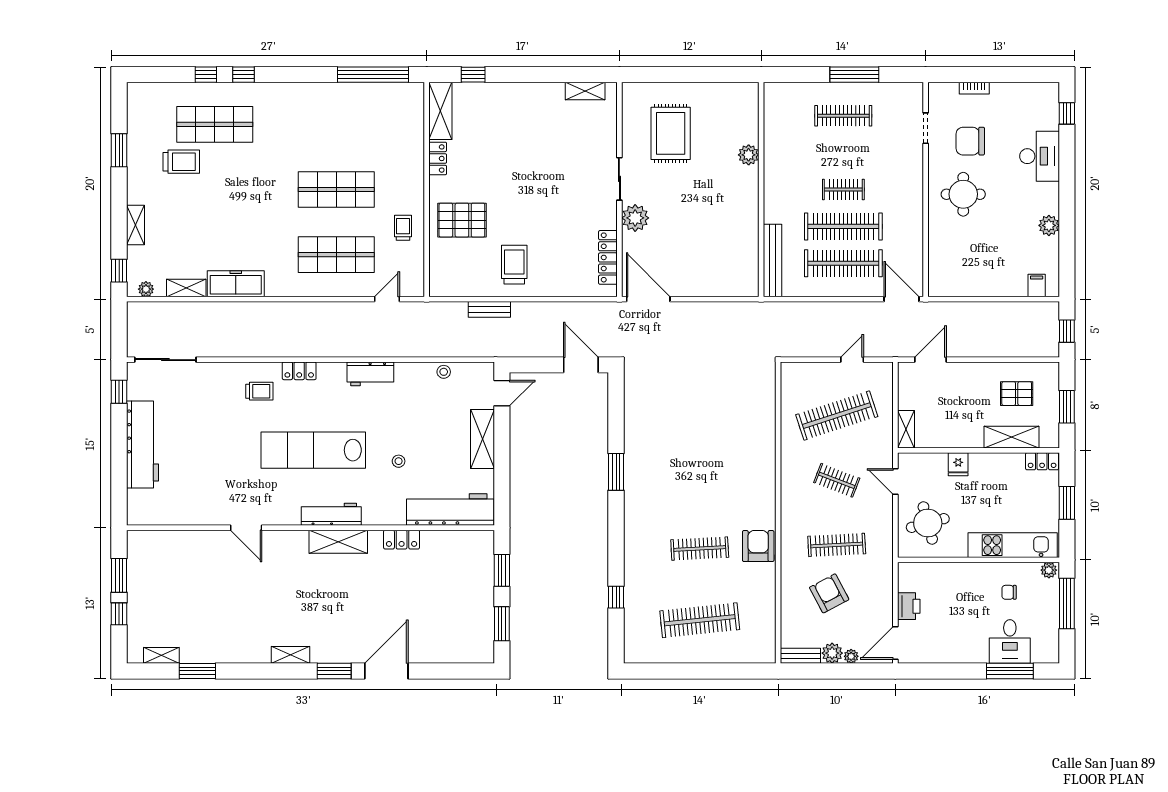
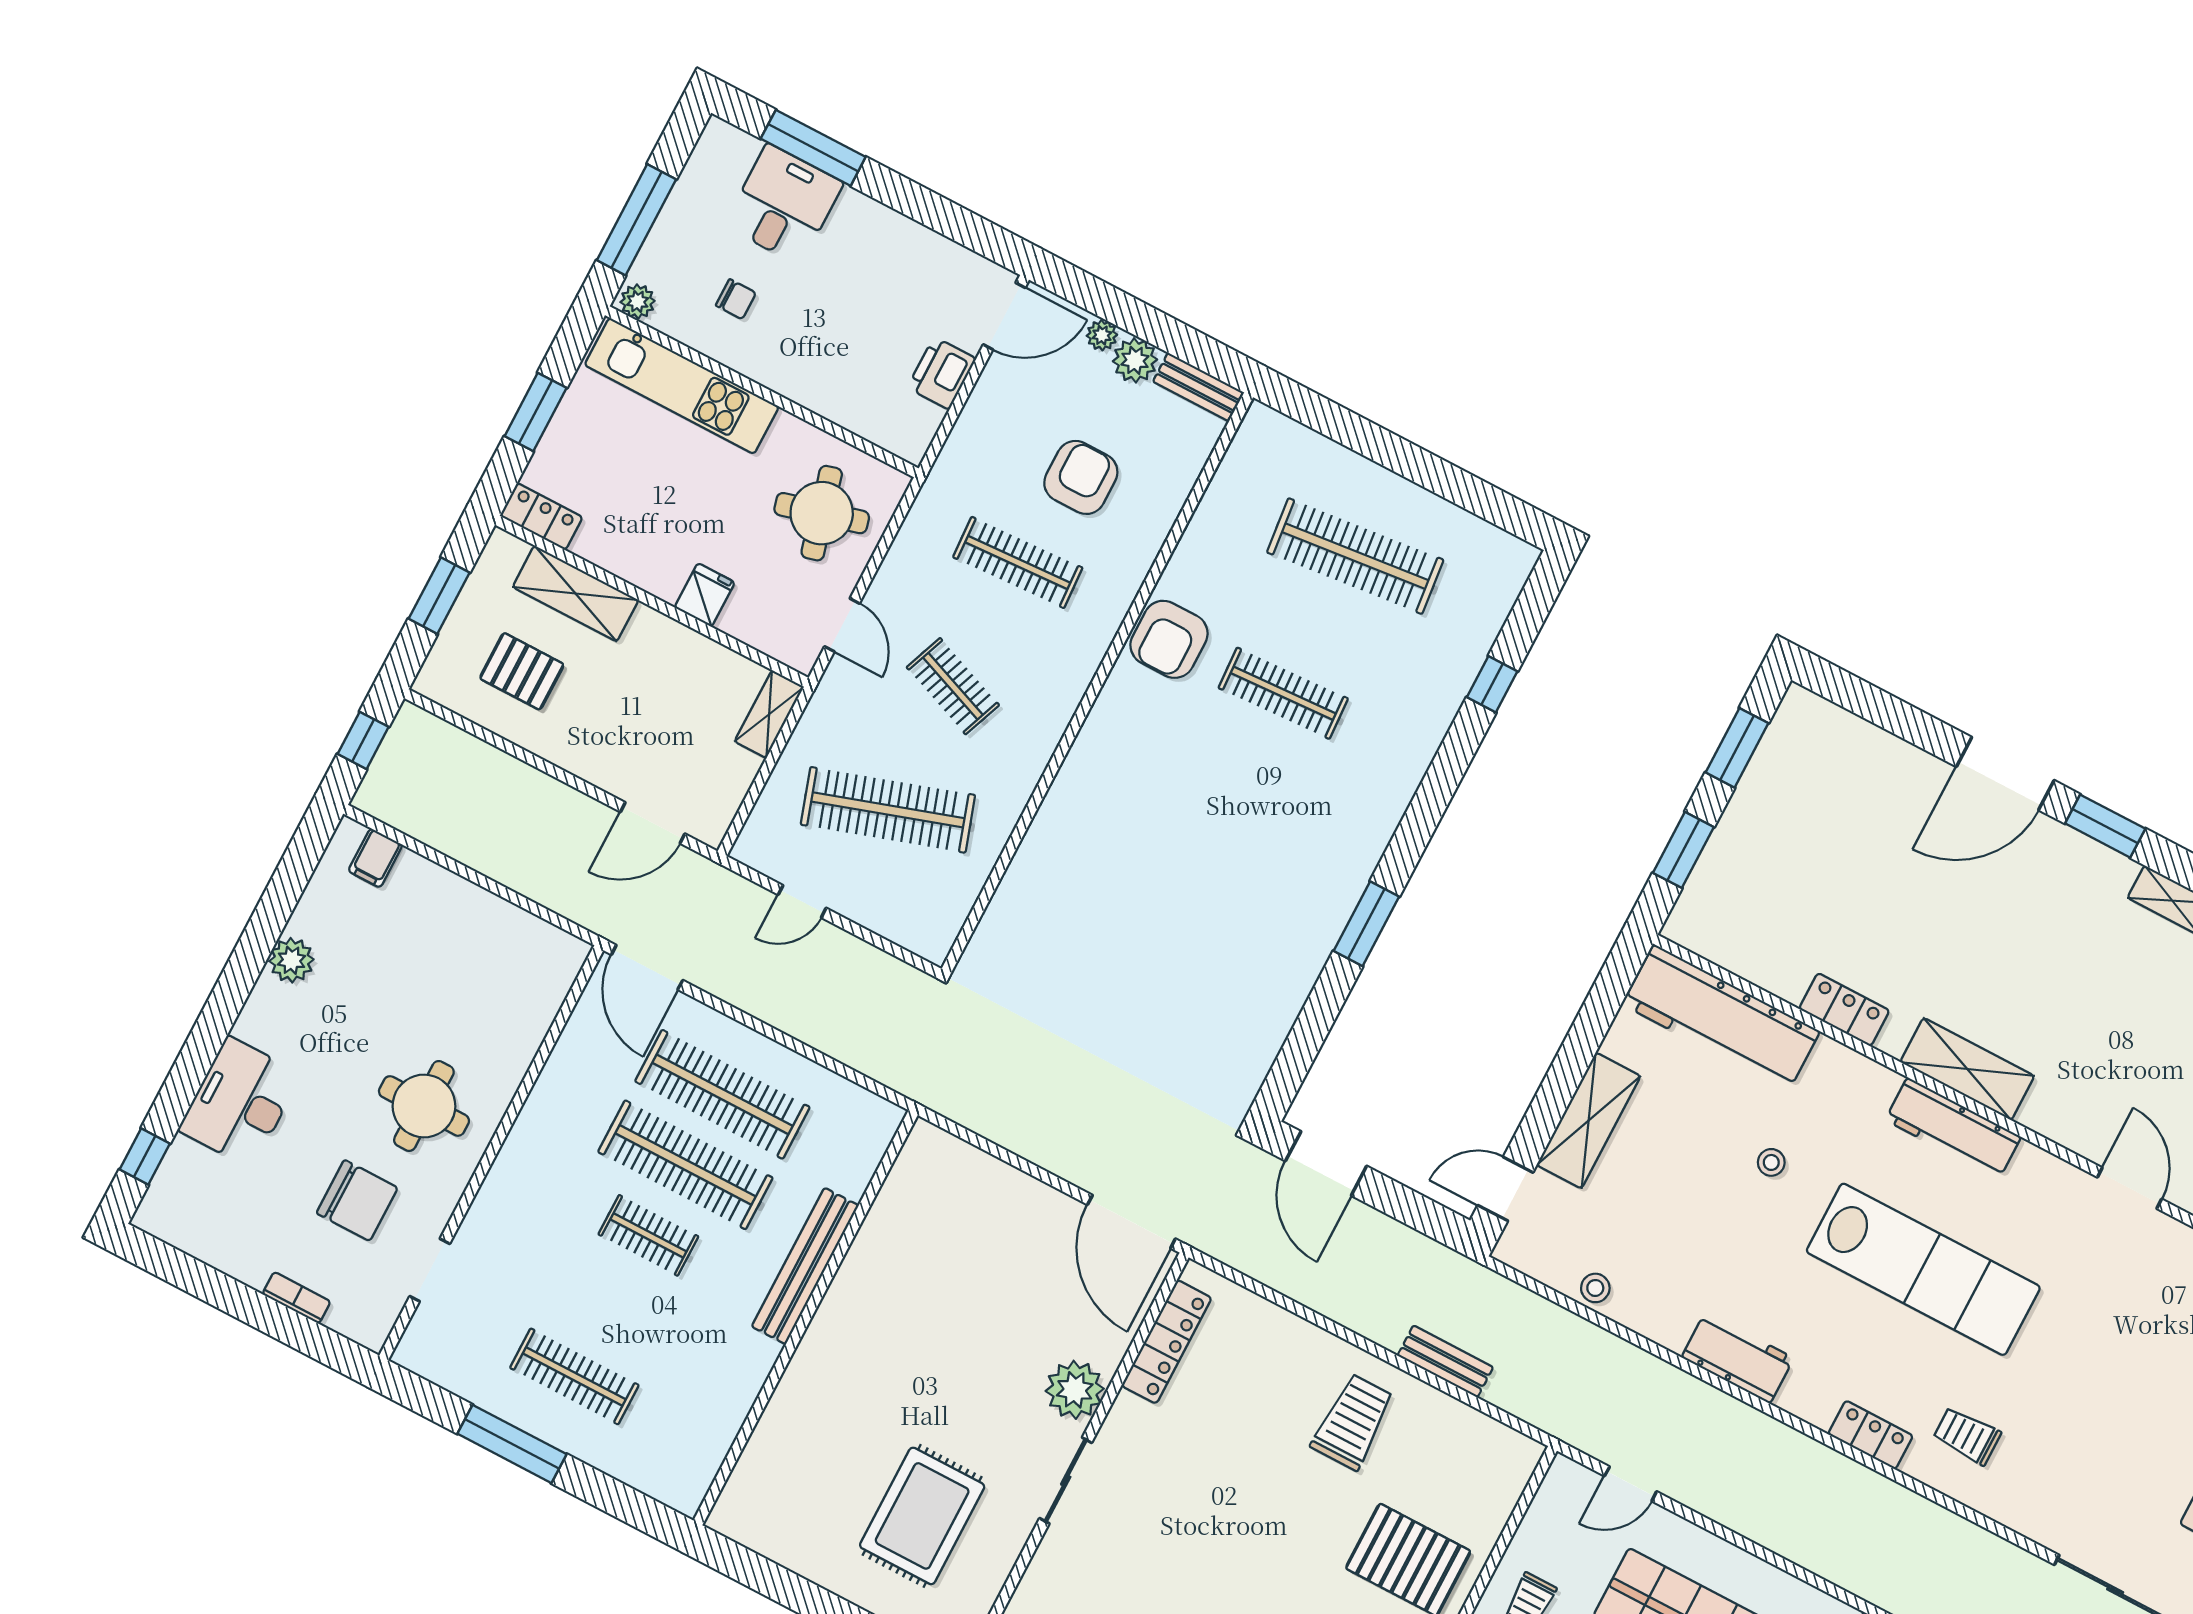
plant: (749, 155) -> (795, 1397), removed
bench: (772, 260) -> (805, 1266), moved
trolley: (514, 265) -> (1353, 1422), turned 180
armchair: (829, 593) -> (1081, 477), turned -152

